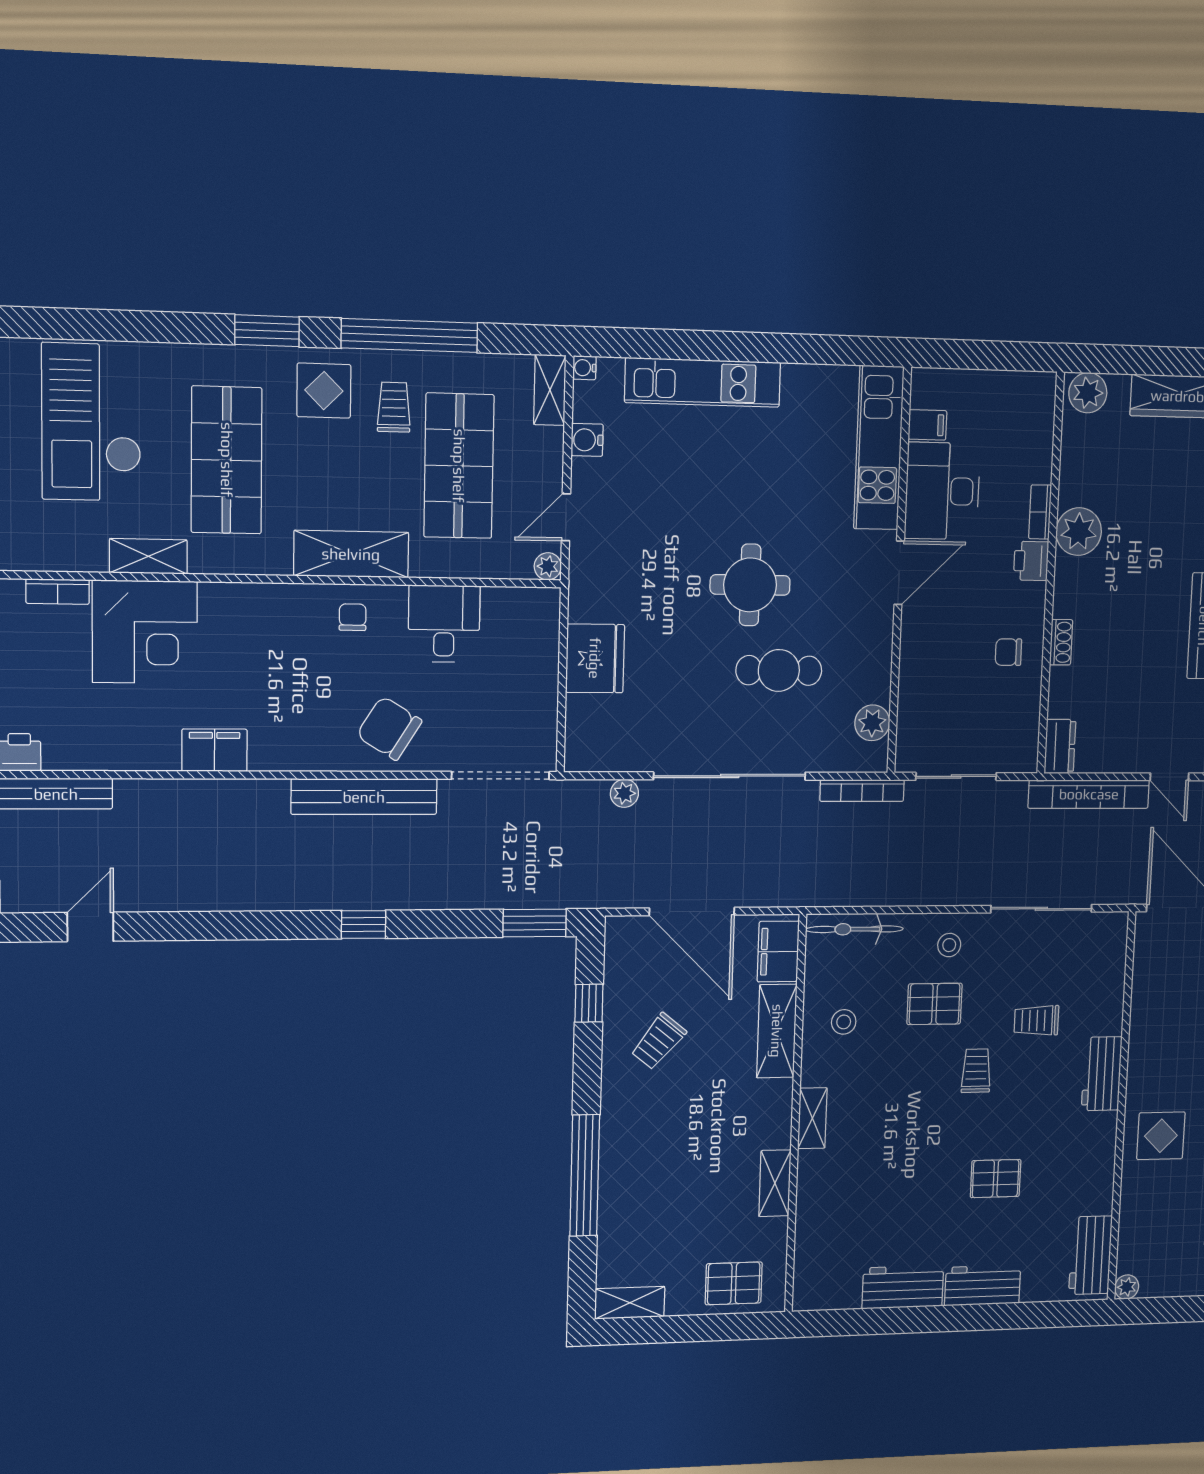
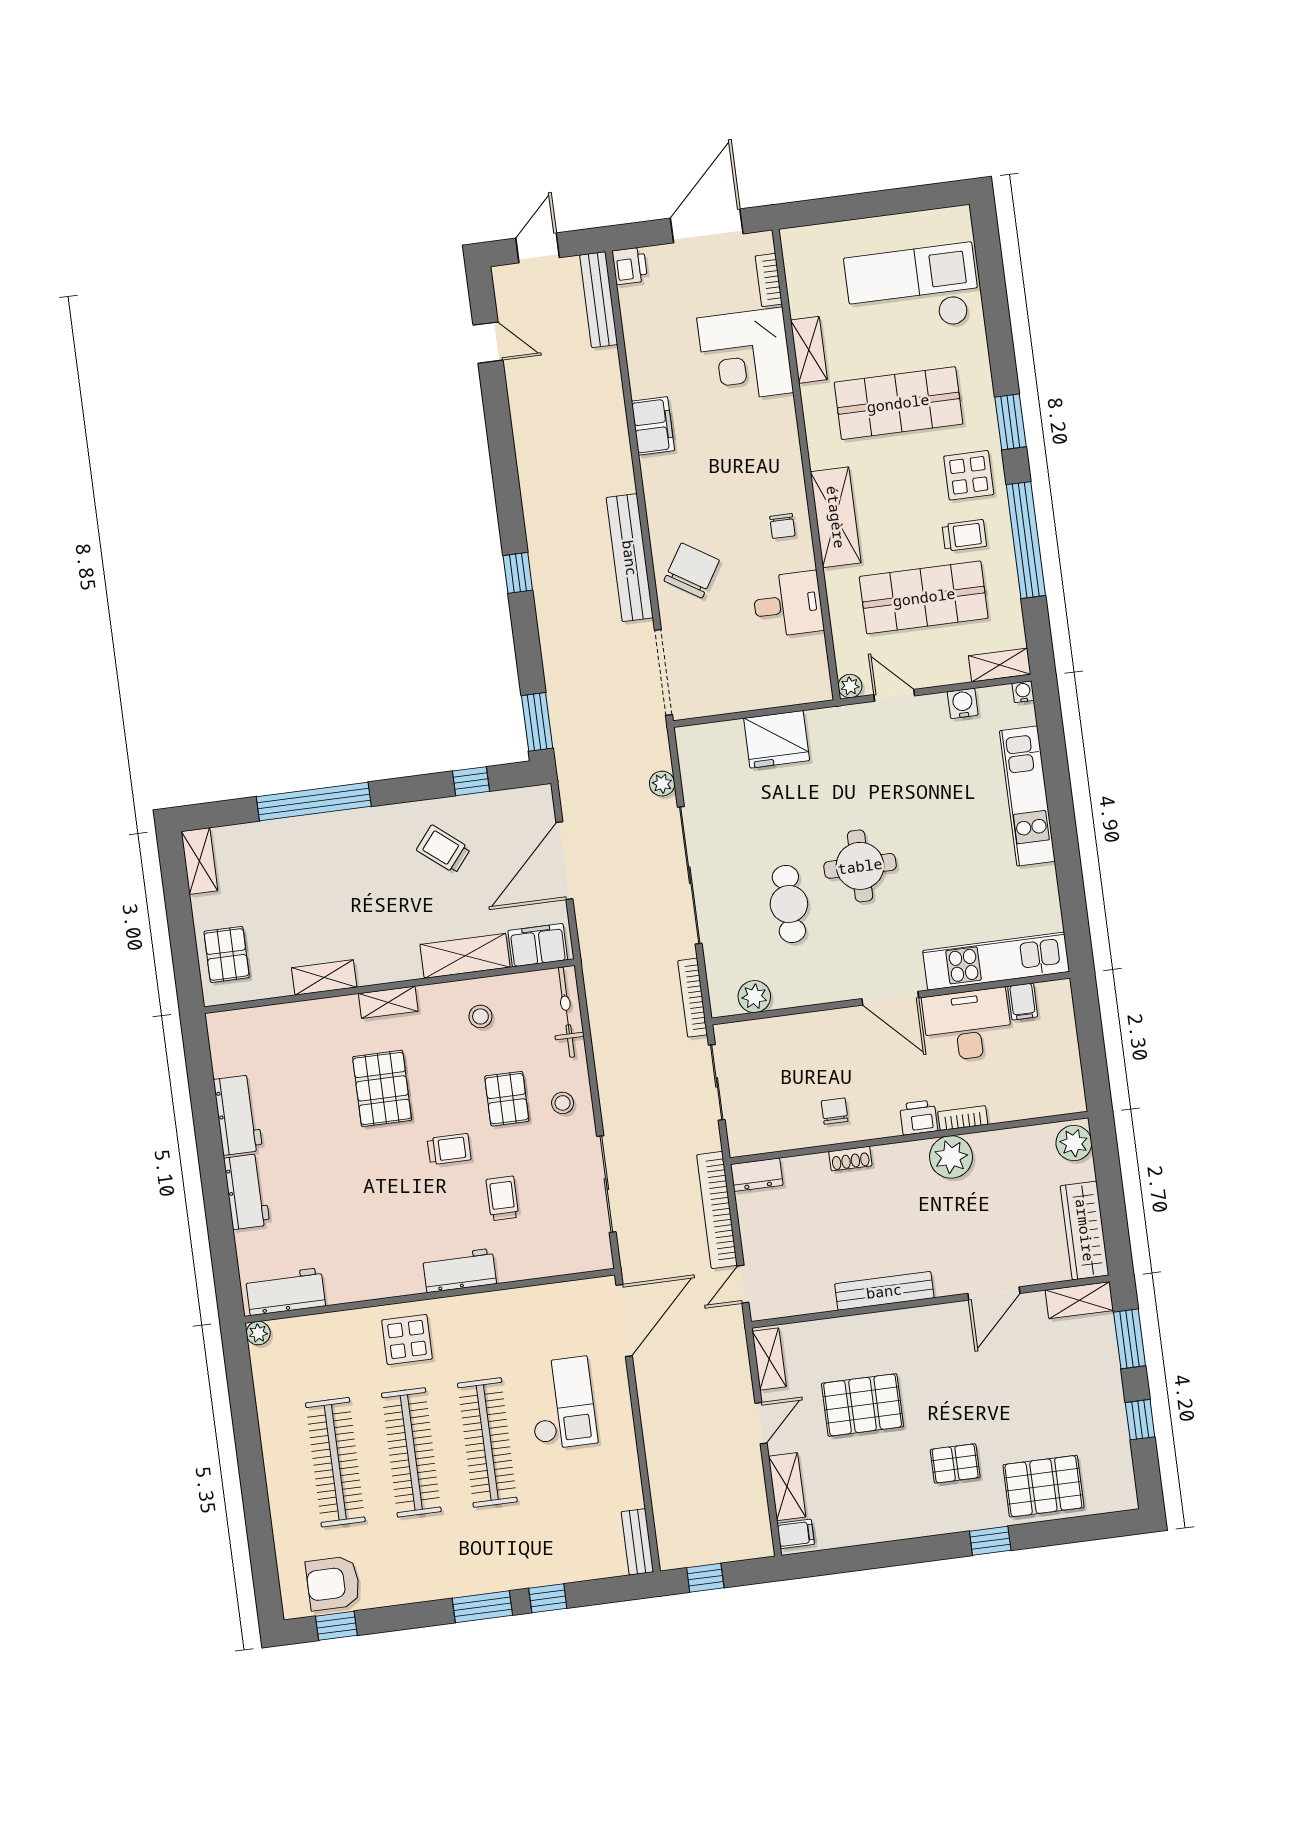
chair: (353, 617) -> (782, 526), turned 90
pallet: (996, 1179) -> (382, 1088), moved, width x1.50, depth x1.42

